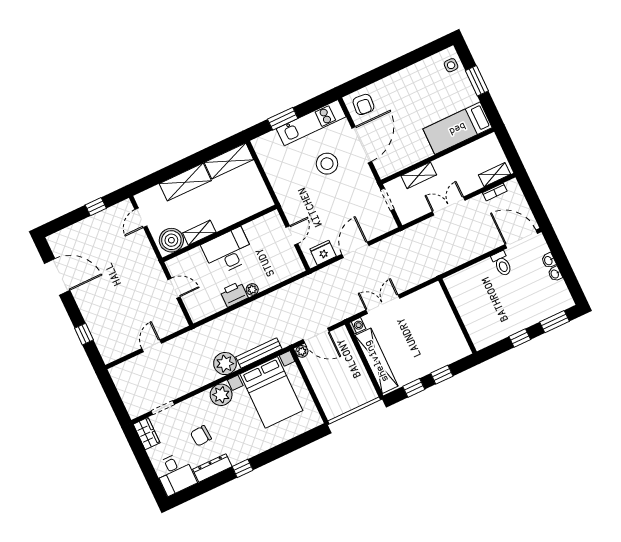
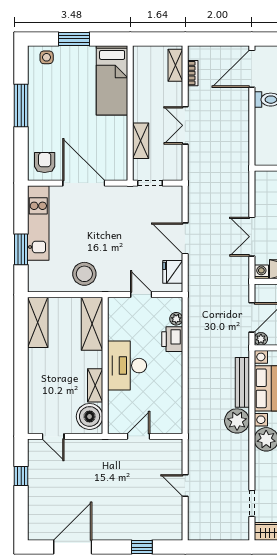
window: (401, 63) -> (21, 105), added
armchair: (363, 104) -> (45, 163), turned -95
stool: (327, 164) -> (84, 274), moved
shelving: (185, 182) -> (92, 324), moved
plant: (252, 289) -> (176, 319), moved
printer: (234, 294) -> (172, 339), moved

